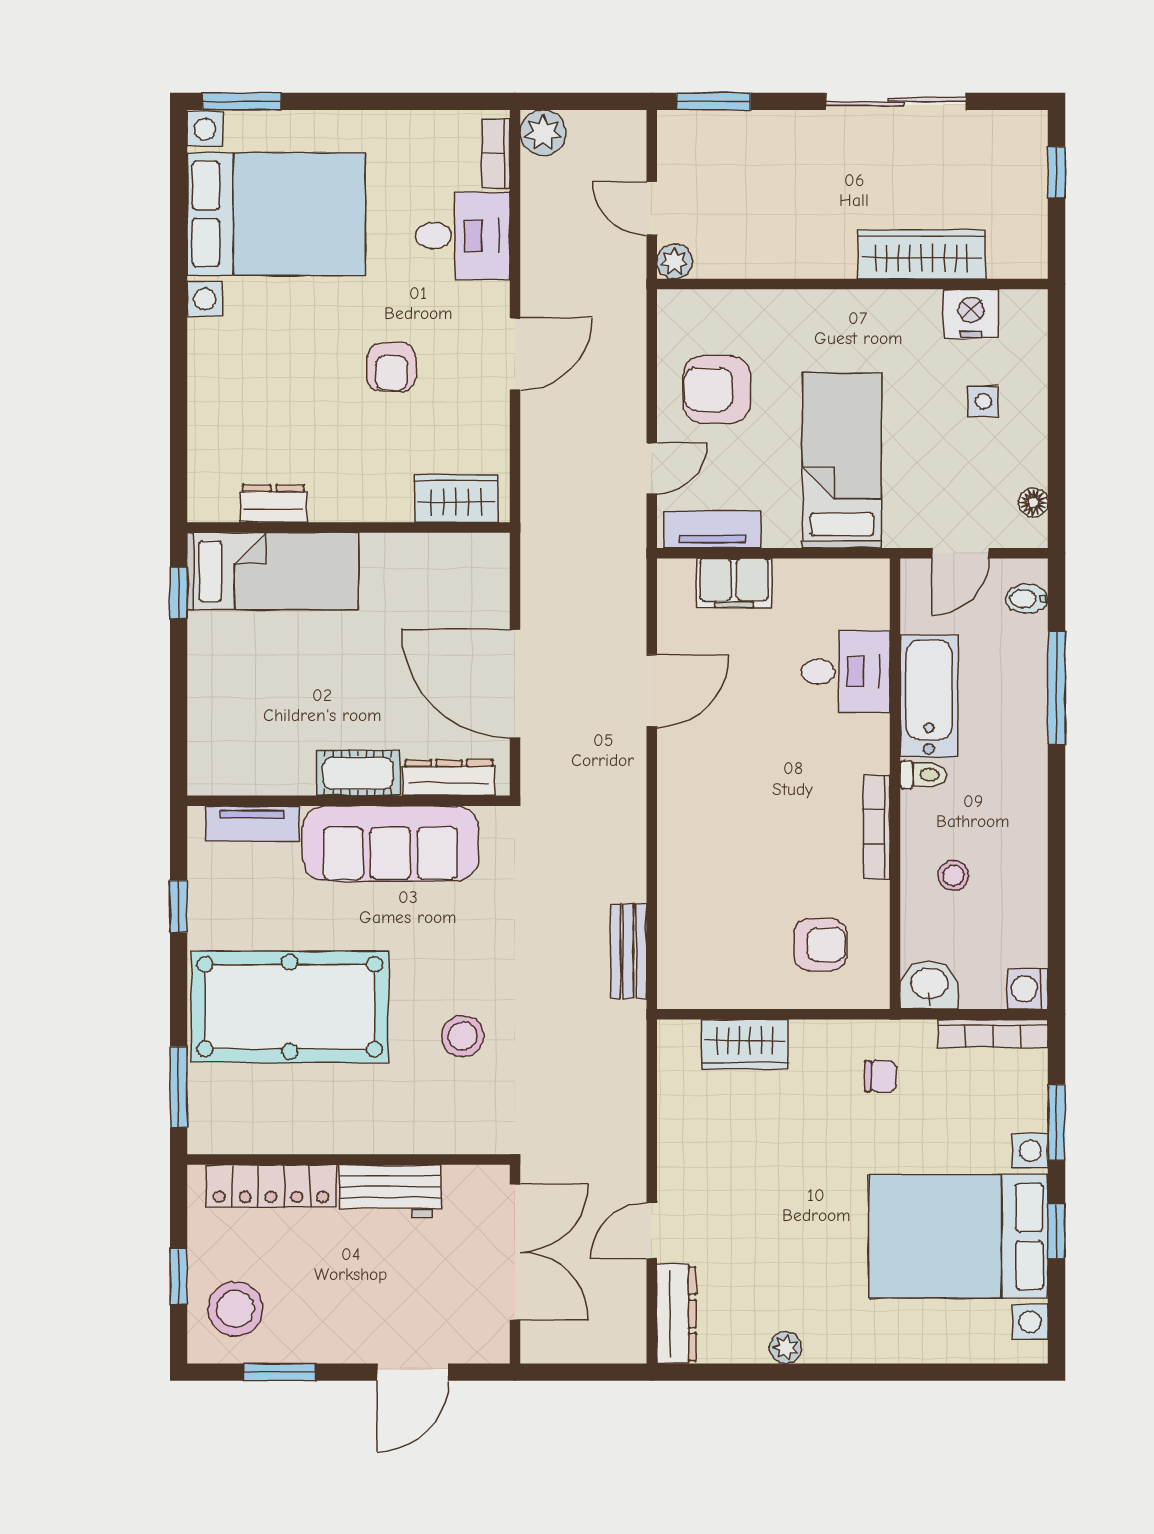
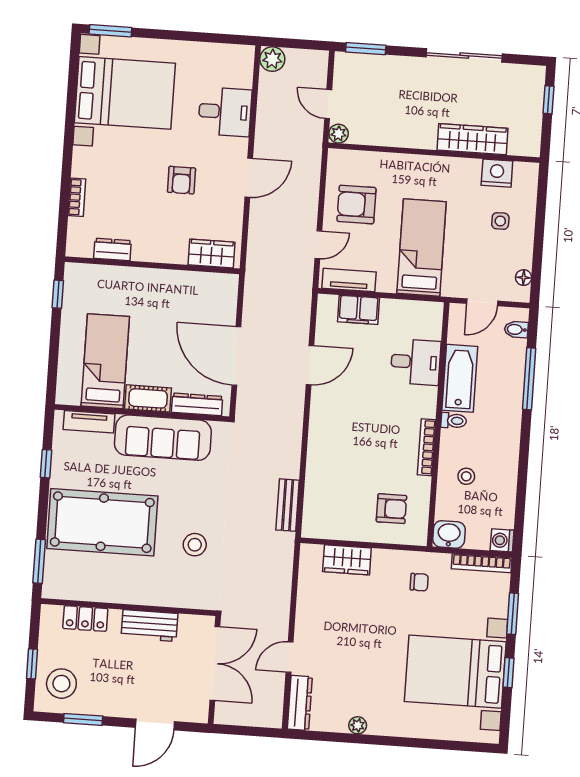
bookcase: (496, 154) -> (77, 197), moved, turned 180
bed: (273, 571) -> (105, 361), moved, turned -90
locker: (271, 1186) -> (85, 619), width x0.66

